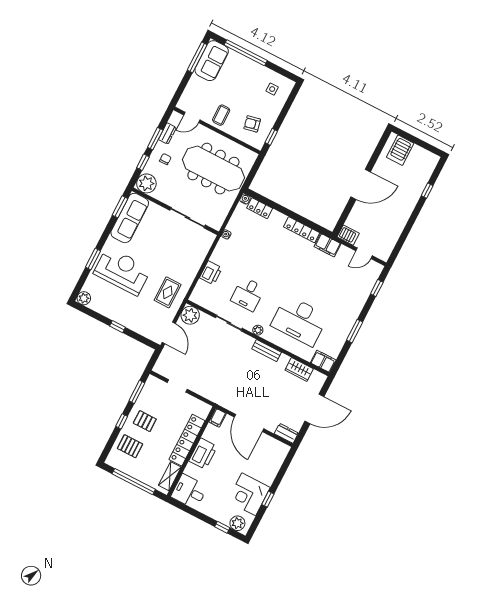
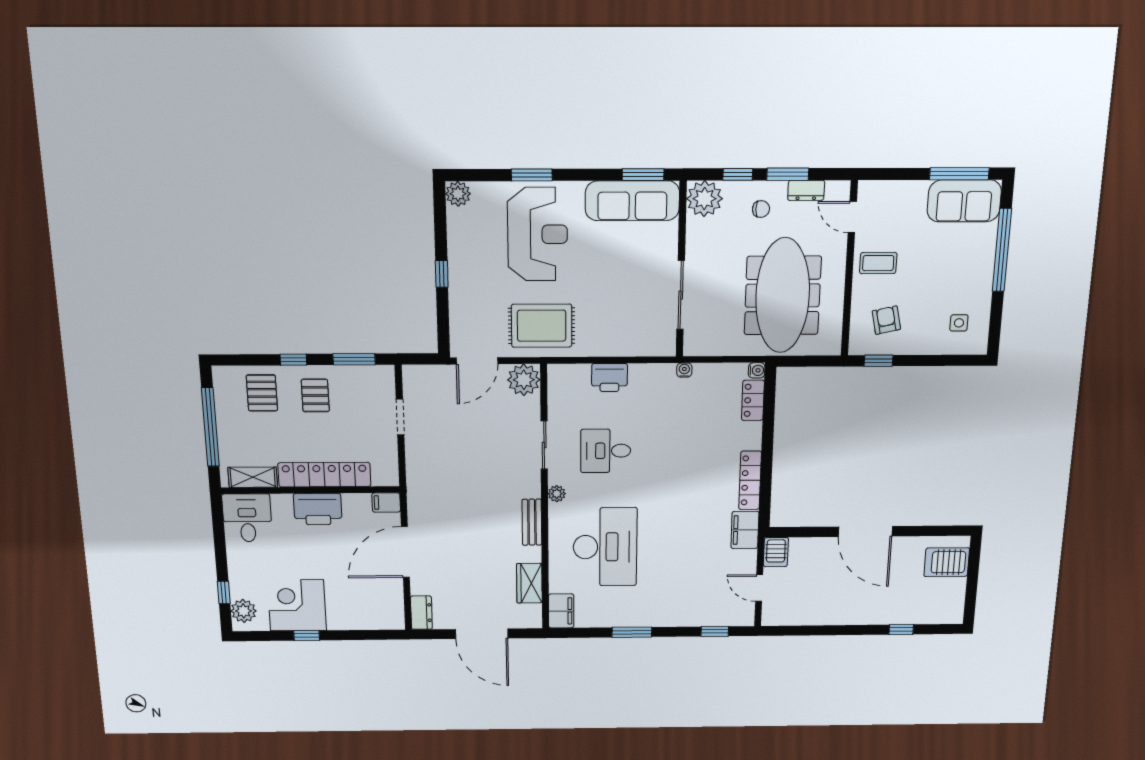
rug: (168, 292) -> (542, 326), width x1.36, depth x1.43
desk: (299, 321) -> (605, 547), turned 180

